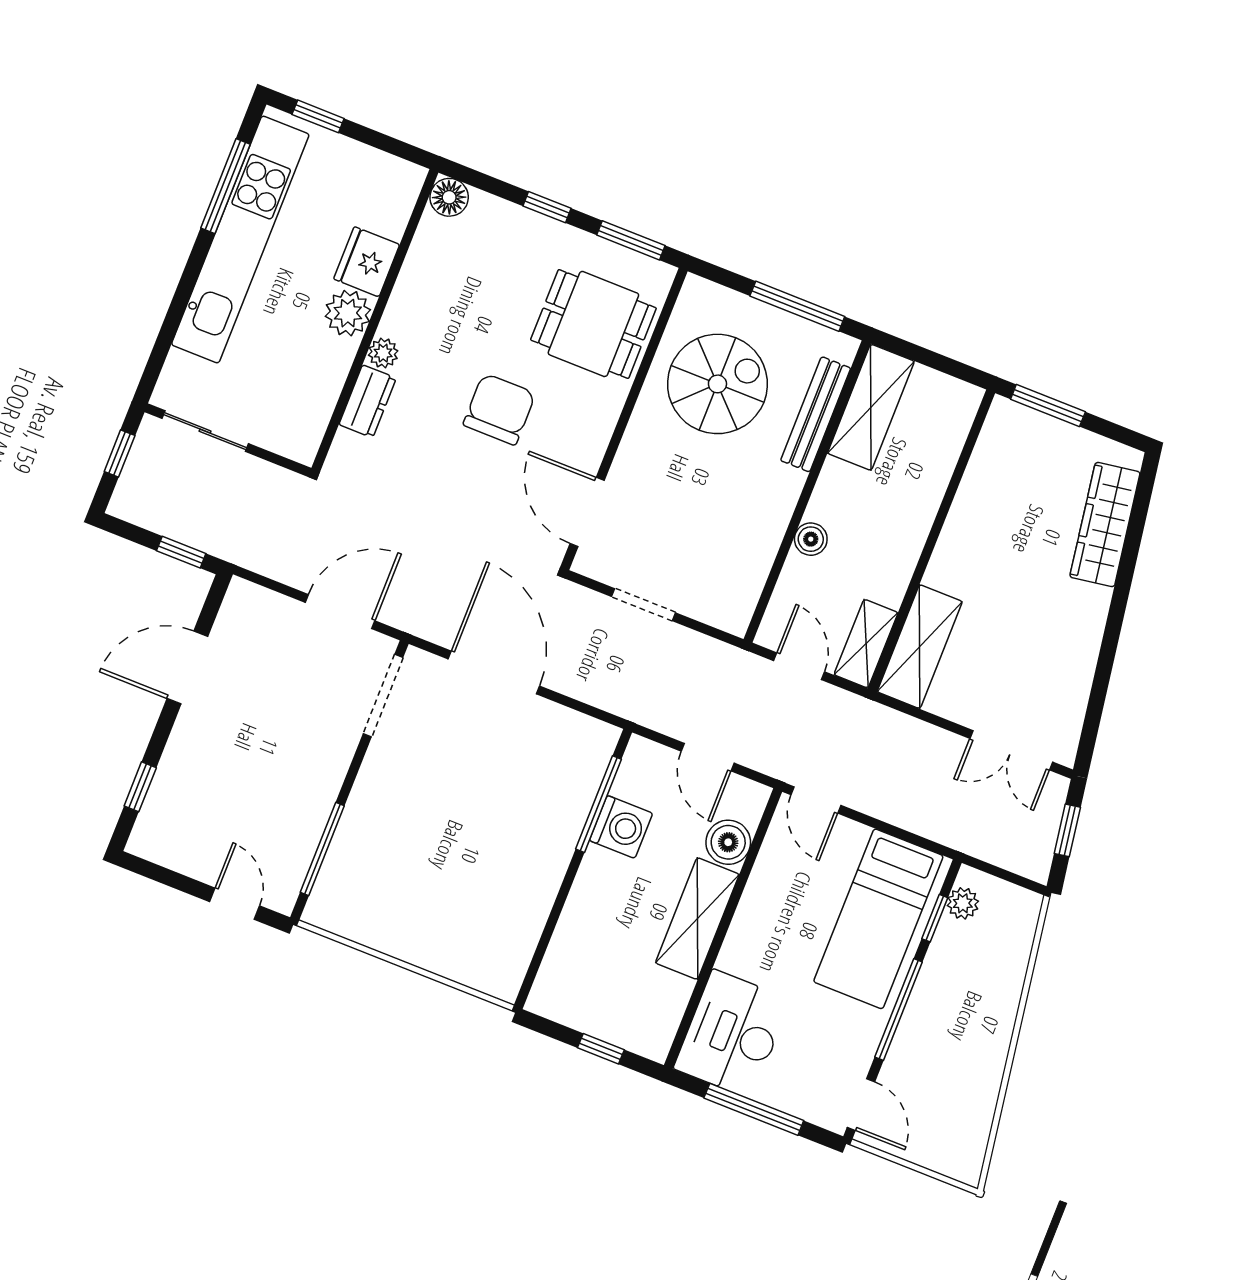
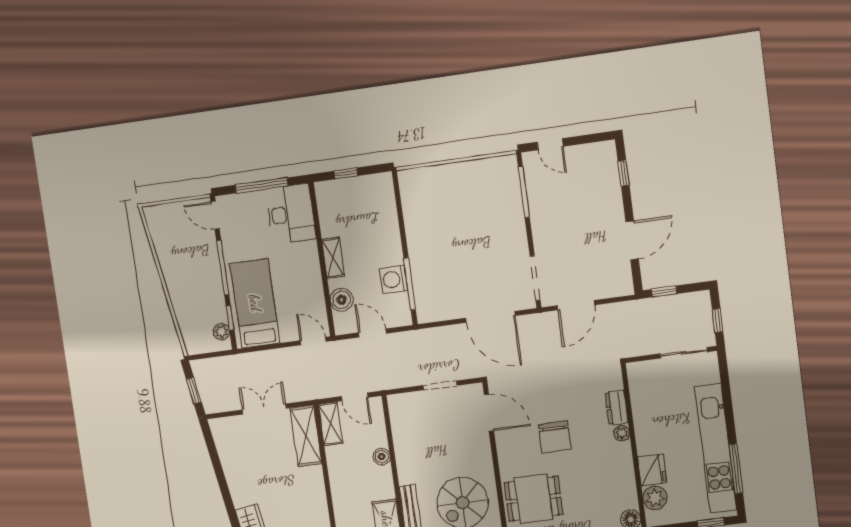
plant: (348, 313) -> (655, 498), moved
double door: (1011, 750) -> (264, 409), moved
shelving: (697, 919) -> (333, 258), width x0.67, depth x0.75

